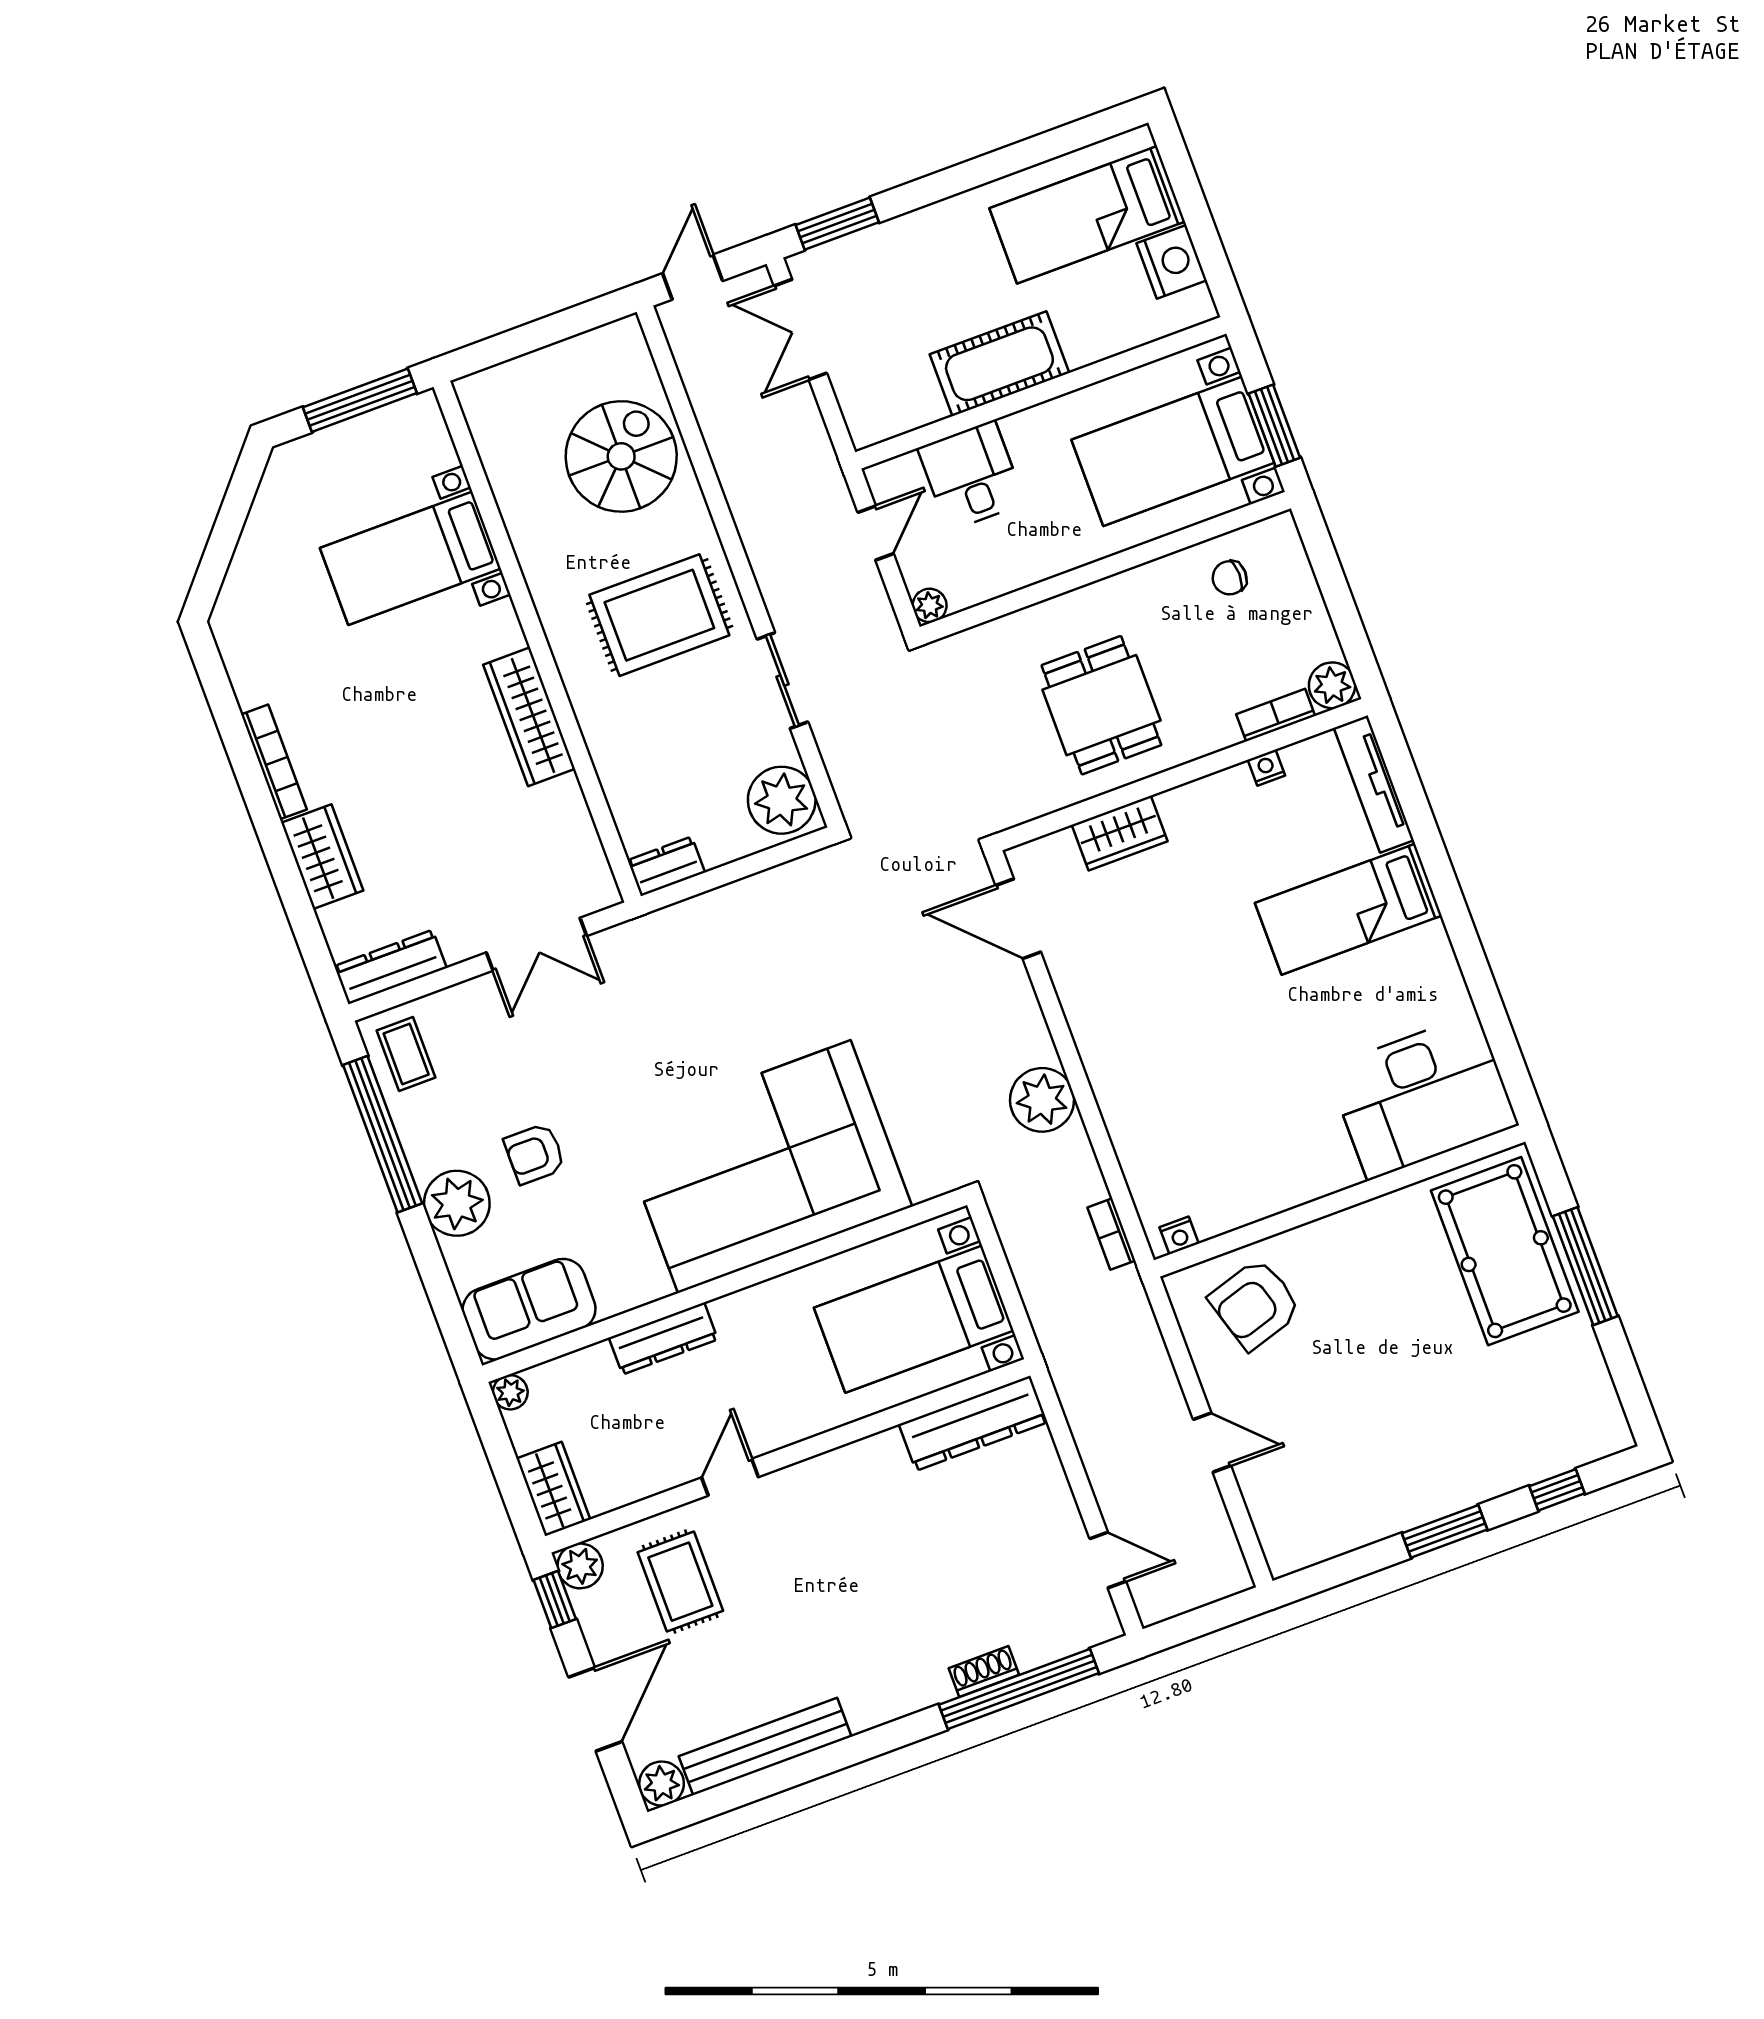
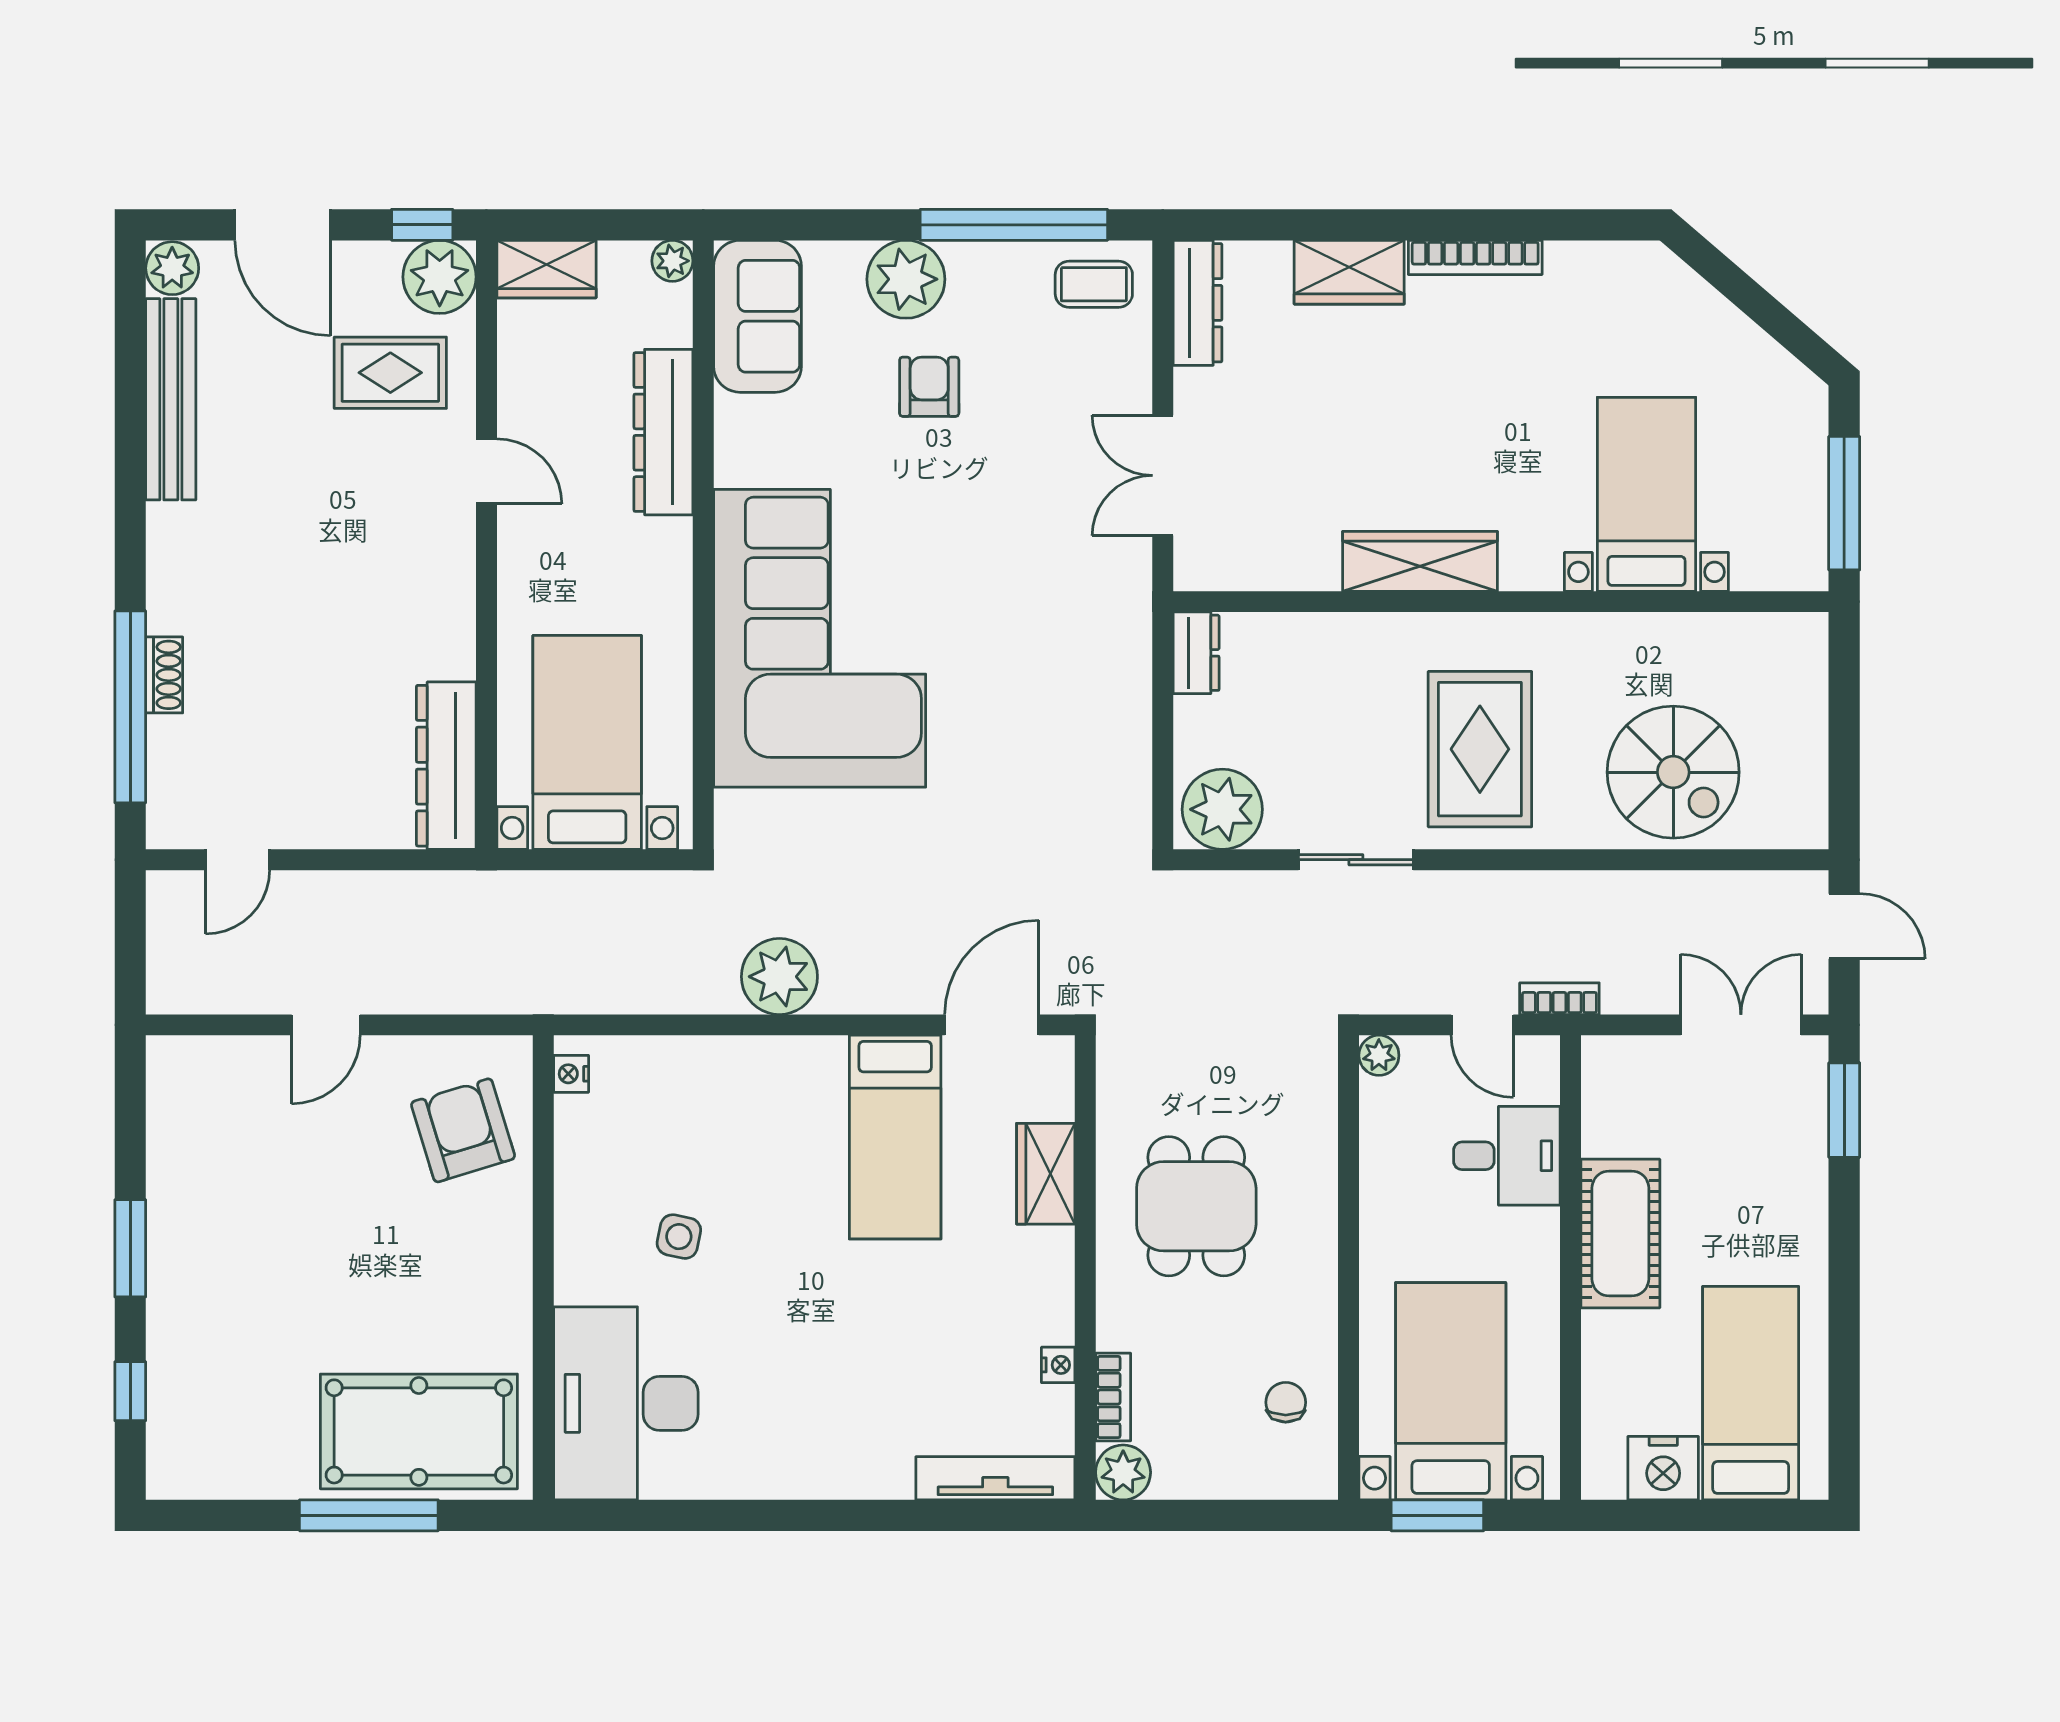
dining table: (1101, 705) -> (1196, 1206), turned 90
bed: (1348, 909) -> (895, 1137), moved, turned 180
side table: (1276, 1103) -> (679, 1237), added
bookcase: (1111, 1234) -> (1559, 999), moved
dresser: (663, 1339) -> (663, 432), width x1.37, depth x1.24
plant: (580, 1566) -> (440, 277), width x1.36, depth x1.36

